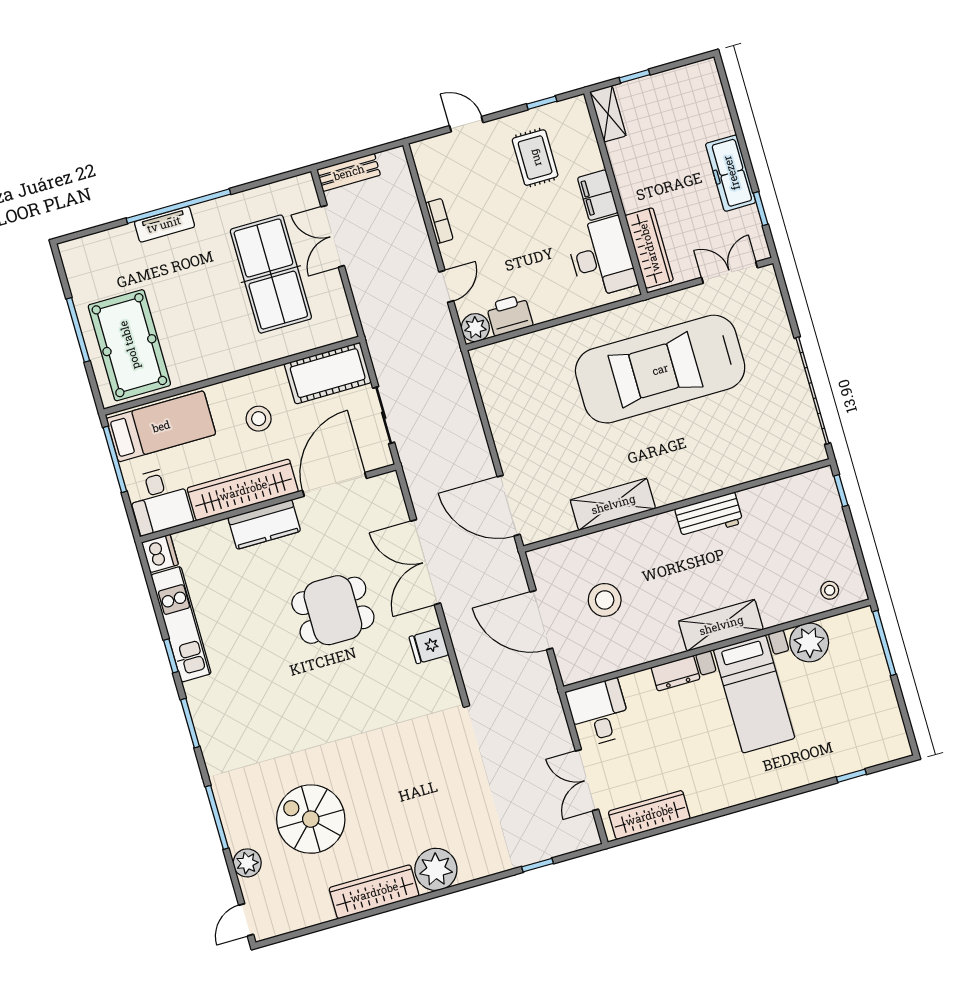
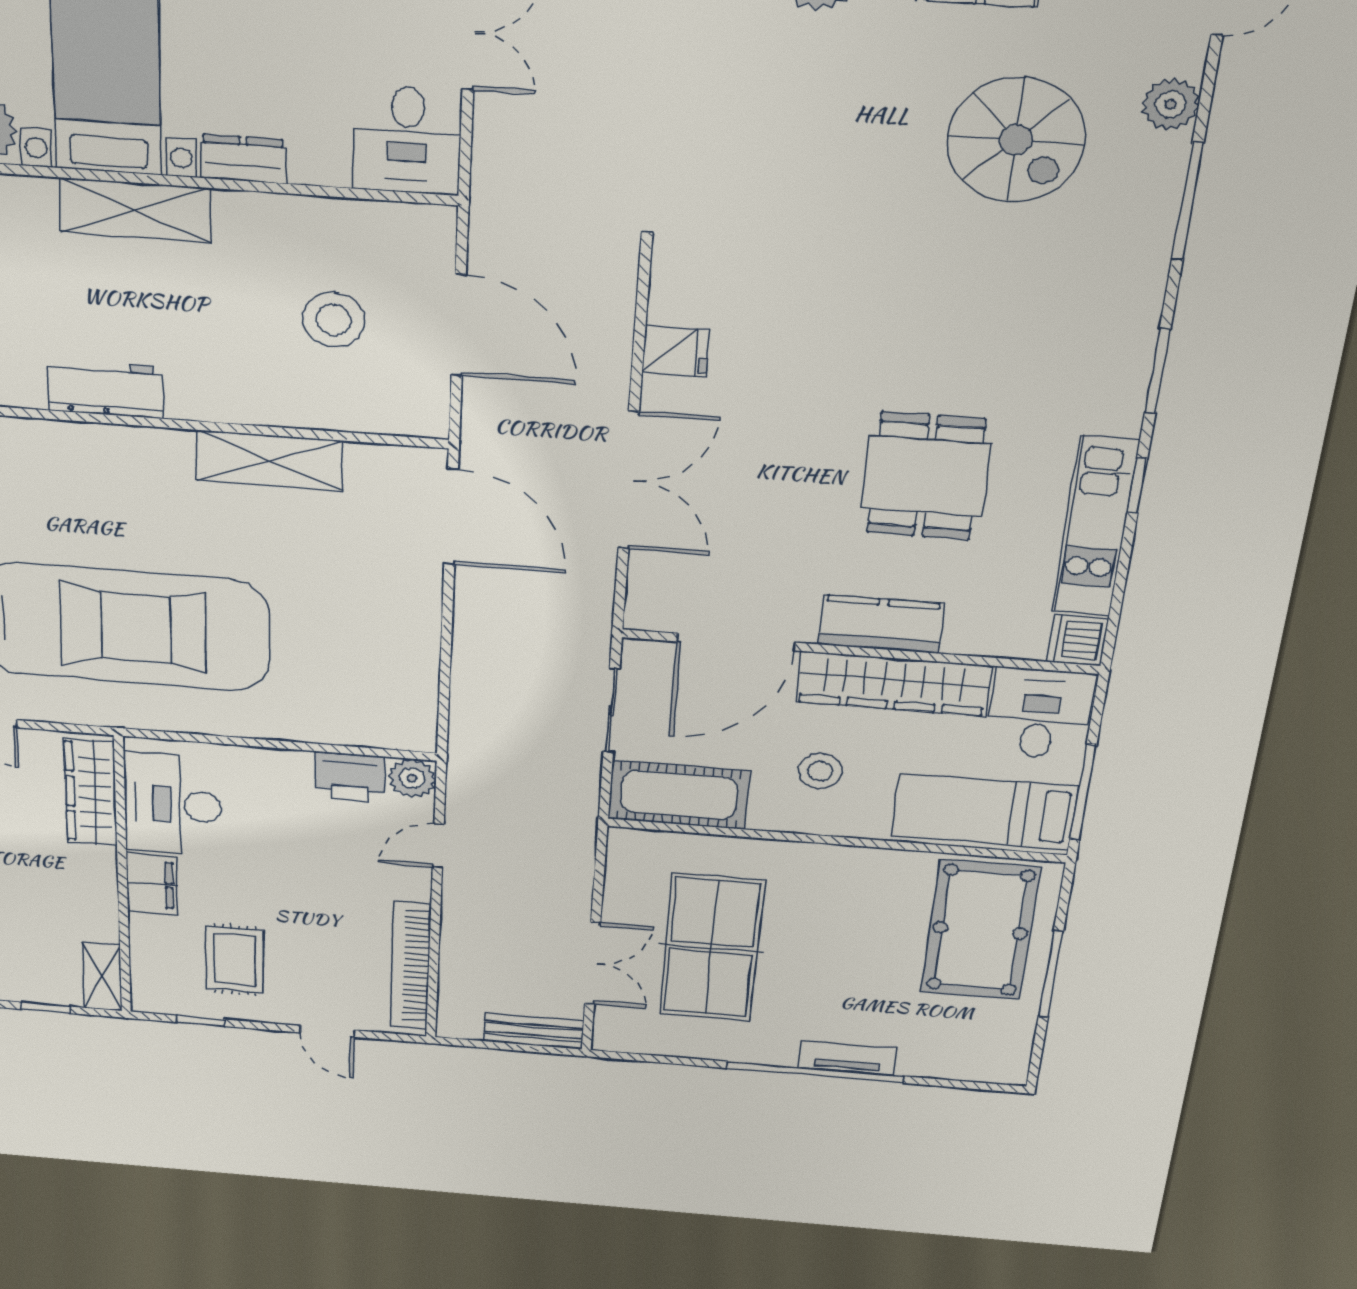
bookcase: (439, 221) -> (411, 966), width x2.31, depth x1.31
dining table: (333, 610) -> (926, 476), moved, turned 90

